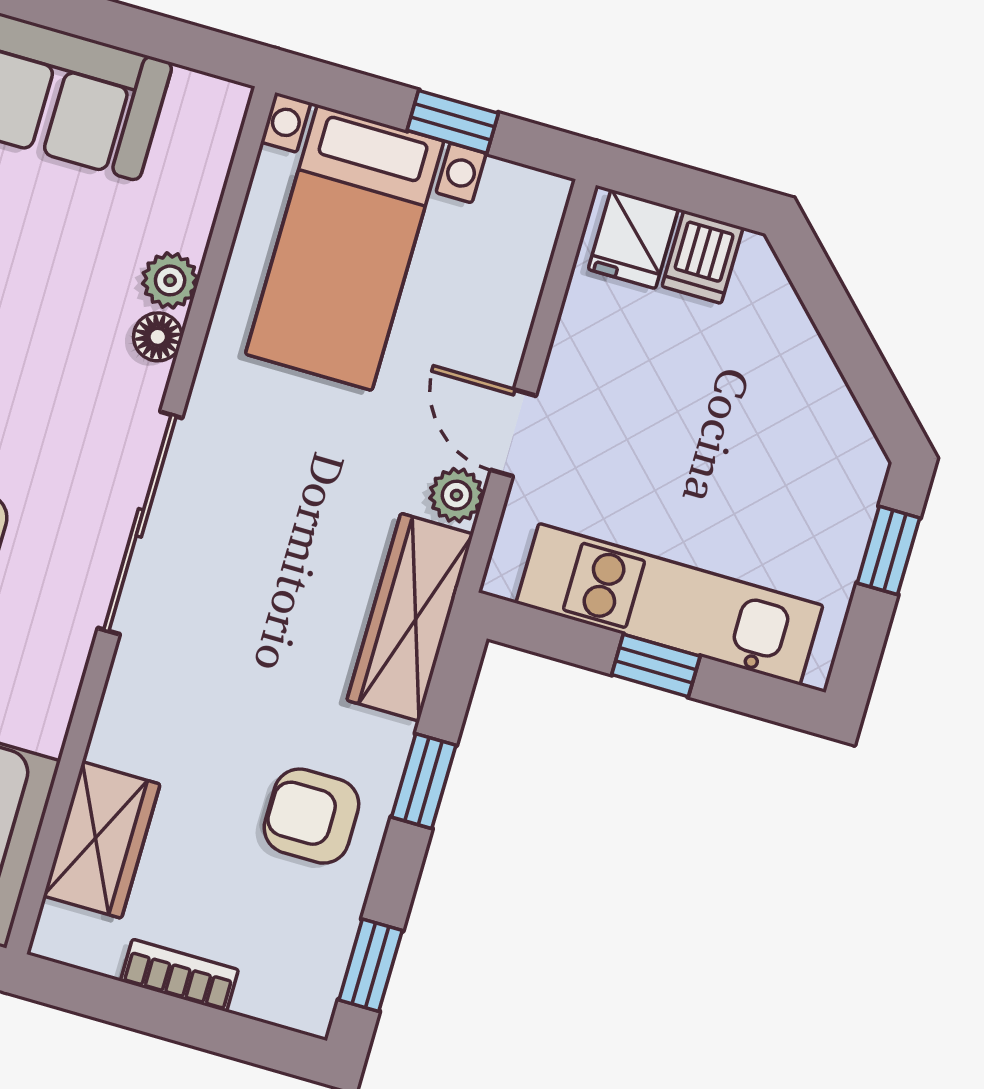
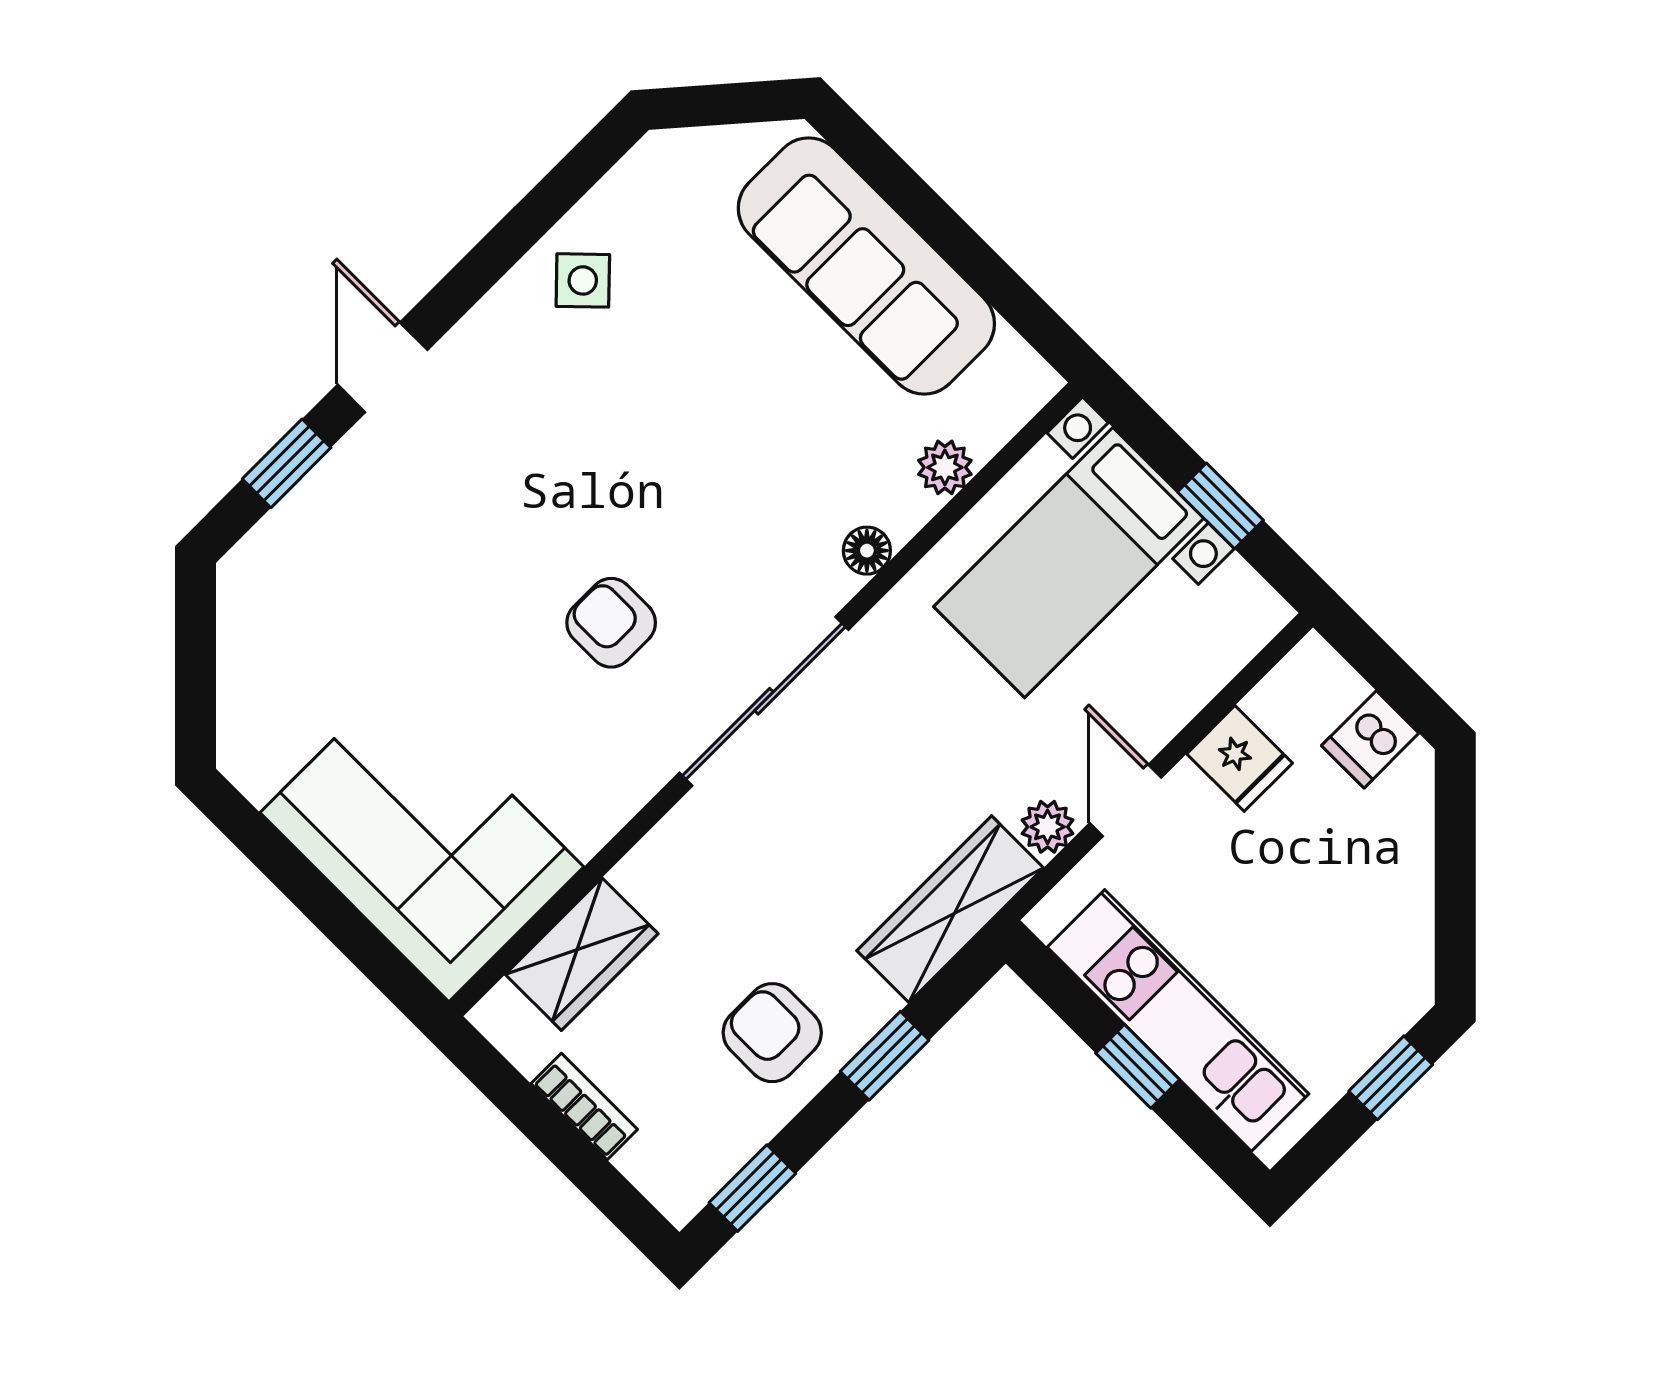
fridge: (633, 239) -> (1240, 758), moved, turned -90
plant: (170, 280) -> (945, 467), moved

